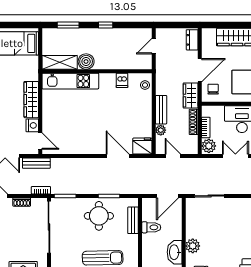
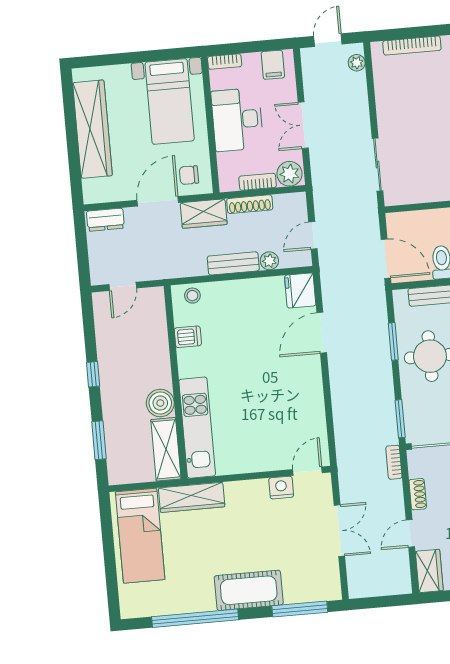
door: (154, 46) -> (123, 286), hinge flipped
door: (200, 70) -> (158, 201), hinge flipped
wardrobe: (31, 100) -> (192, 497), moved
bench: (36, 163) -> (347, 474), removed
door: (167, 196) -> (386, 259), moved

